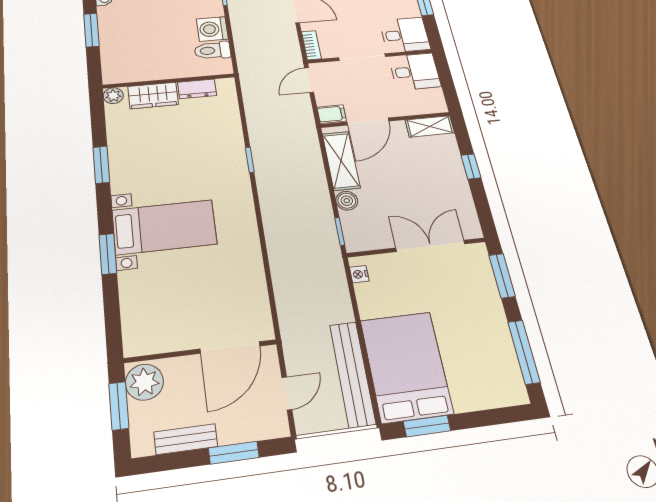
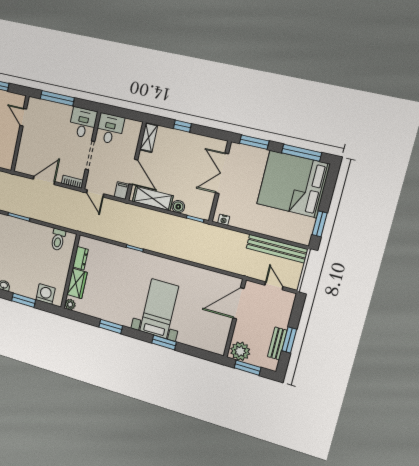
washing machine: (212, 29) -> (46, 294), moved, turned 180
door: (230, 348) -> (238, 303), swing flipped
bed: (406, 367) -> (293, 184), moved, width x1.36
window: (234, 453) -> (289, 340), moved

